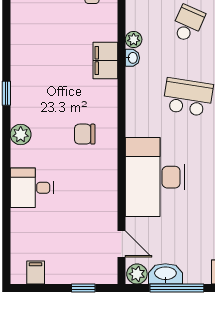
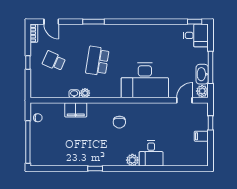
plant: (134, 39) -> (85, 93), moved
plant: (21, 134) -> (132, 160), moved
filing cabinet: (36, 272) -> (201, 136), moved

